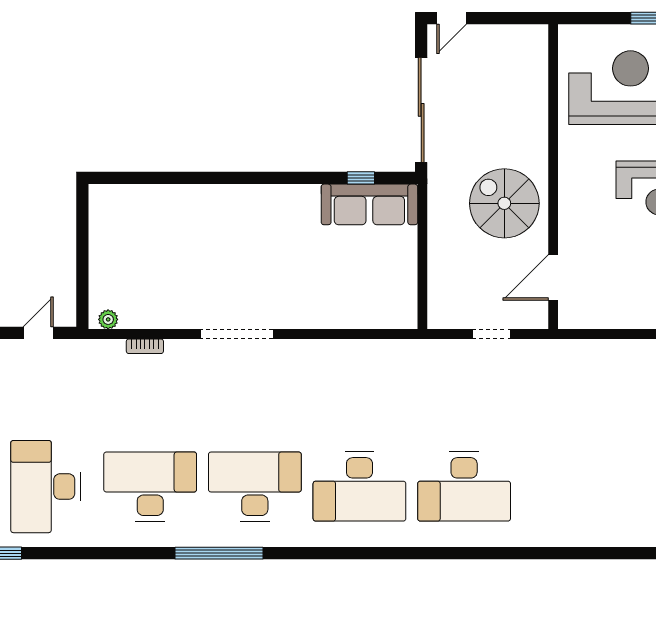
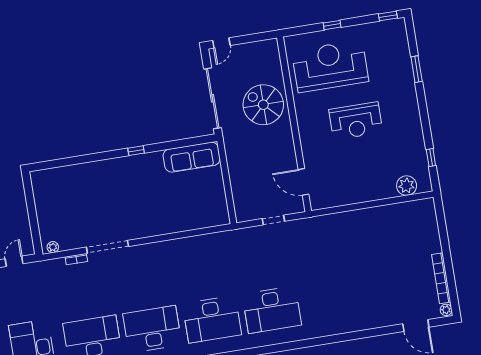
window: (361, 178) -> (136, 151), moved
spiral stairs: (504, 203) -> (263, 105), moved
door: (553, 277) -> (303, 182), hinge flipped
doorway: (237, 334) -> (107, 247), moved

